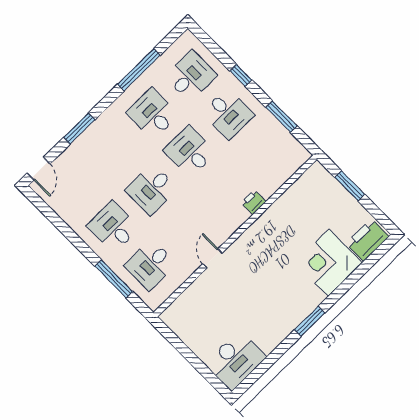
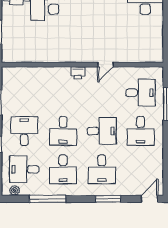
plant: (180, 46) -> (15, 190), added
desk: (114, 151) -> (102, 169), added
printer: (253, 202) -> (78, 73), moved

